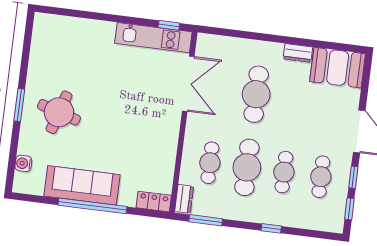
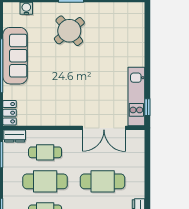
round table: (59, 112) -> (69, 31), turned 33

